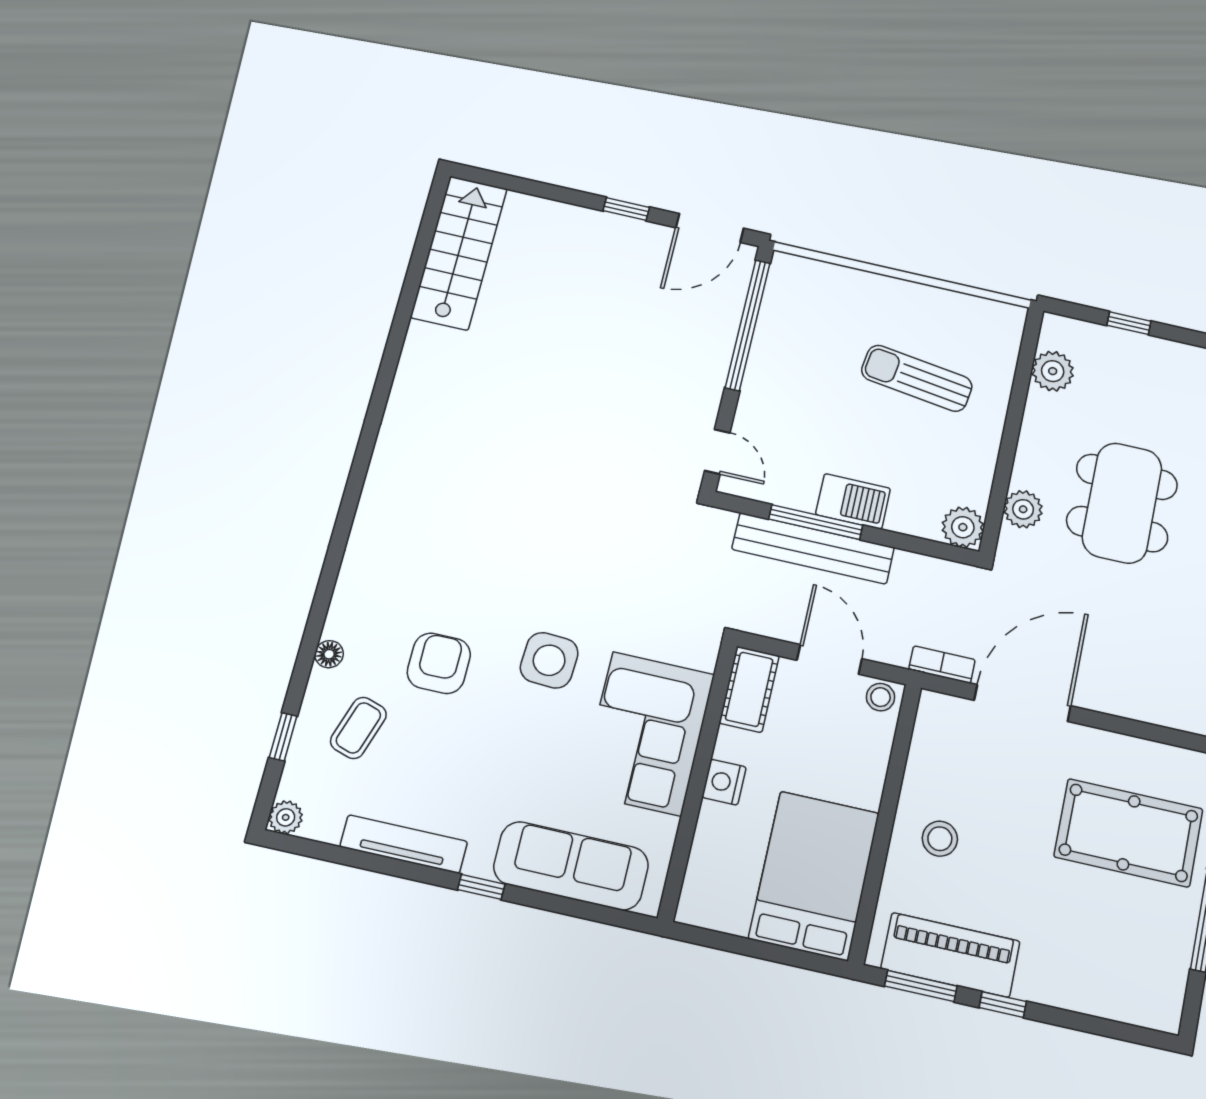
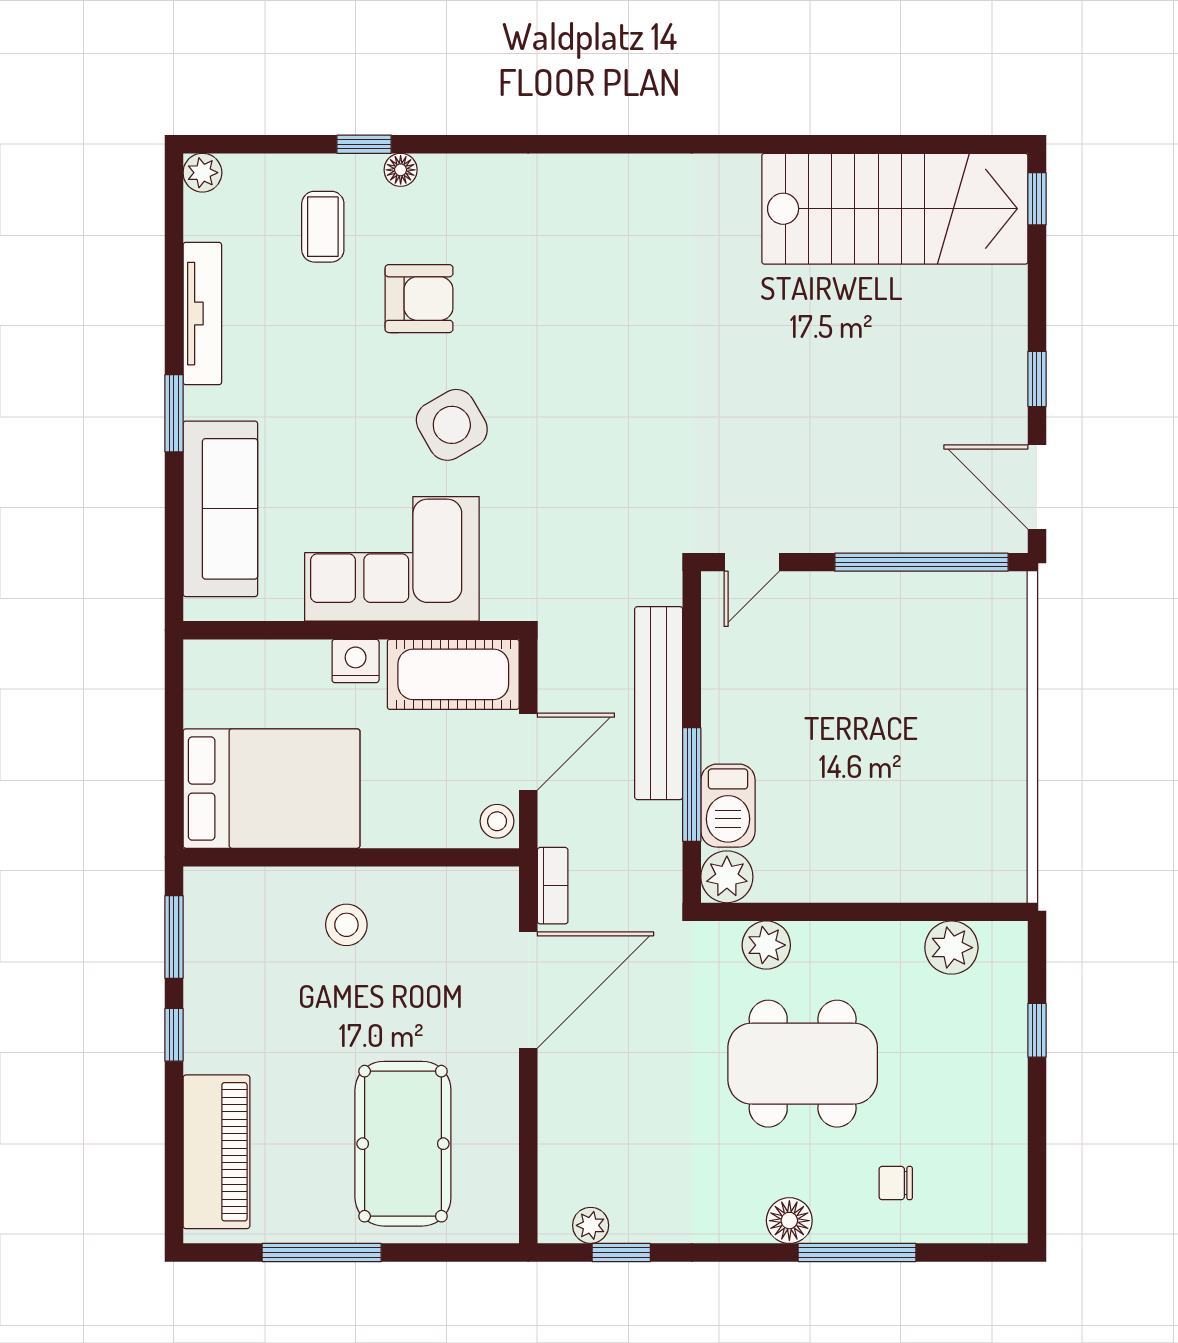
window: (487, 177) -> (1037, 199), added
stairs: (459, 253) -> (895, 209), width x1.36, depth x1.51
sun lounger: (917, 378) -> (902, 783), removed
barbecue: (853, 501) -> (728, 806), moved
window: (816, 522) -> (692, 784), moved
side table: (549, 660) -> (452, 425), turned -33
cot: (749, 689) -> (453, 674), width x1.37, depth x1.34
door: (1022, 703) -> (528, 990), hinge flipped
coffee table: (358, 728) -> (323, 227), turned 72
window: (283, 737) -> (364, 144), moved
window: (481, 887) -> (174, 413), width x1.50
piano: (951, 955) -> (216, 1152), moved

